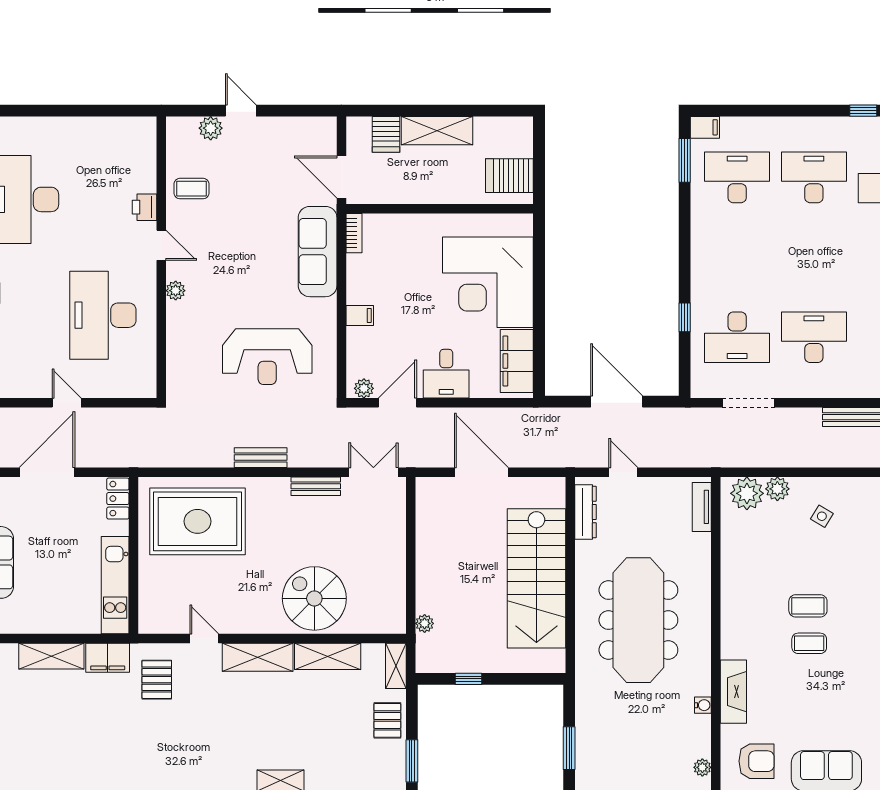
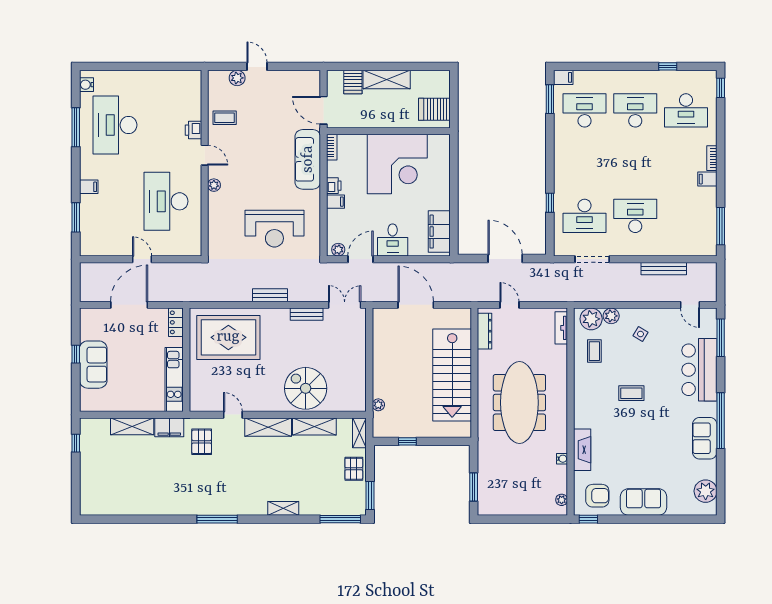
corner desk: (488, 282) -> (397, 164), moved, turned -90
printer: (357, 291) -> (334, 186), added
coffee table: (809, 643) -> (594, 351), moved, turned 90

